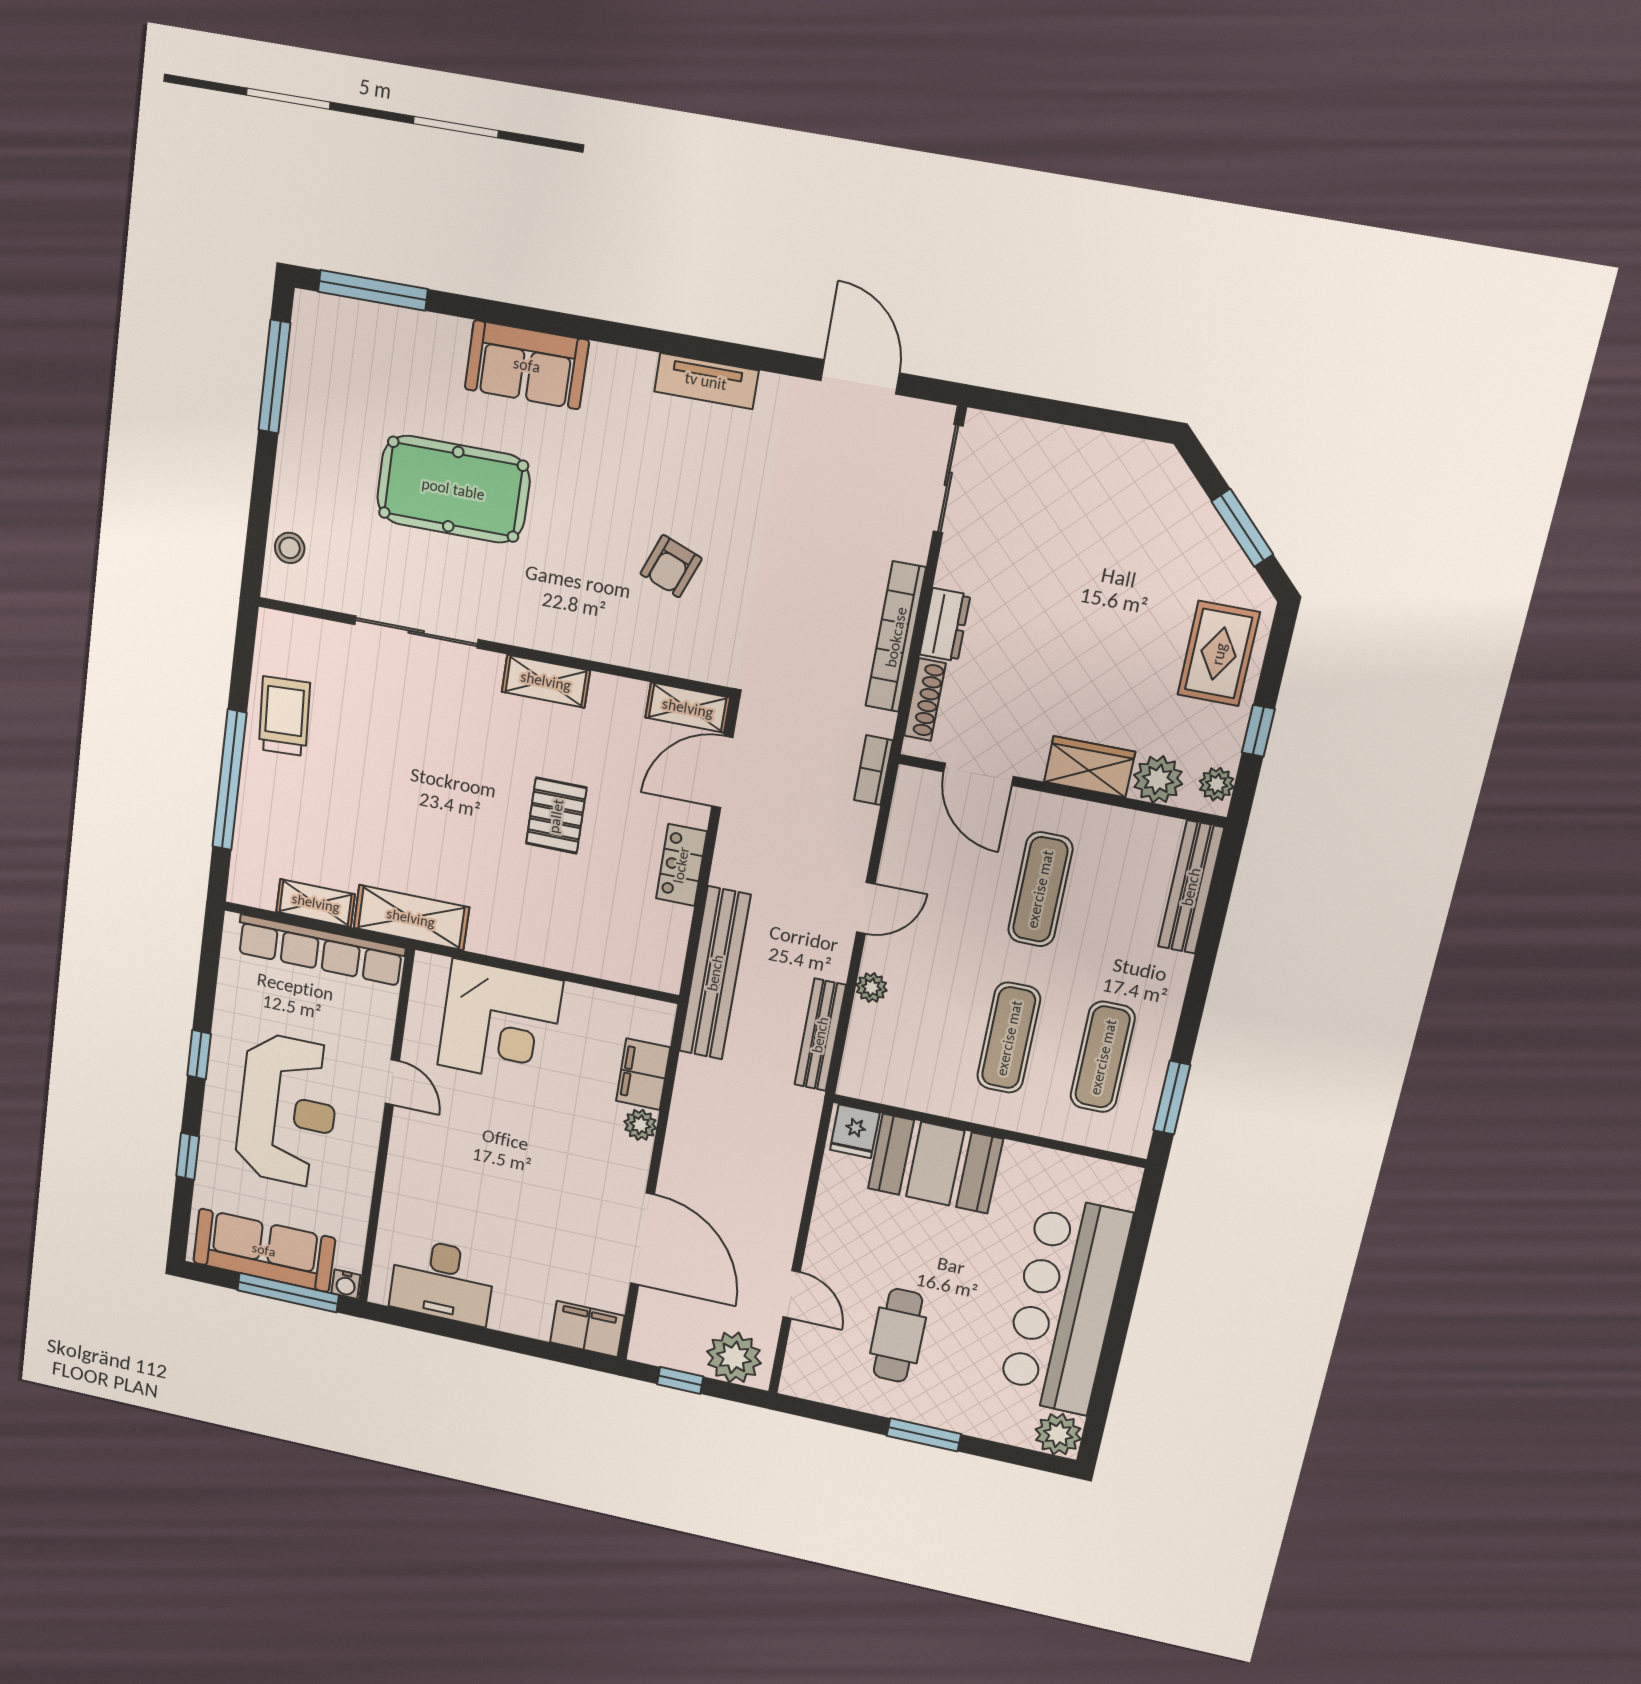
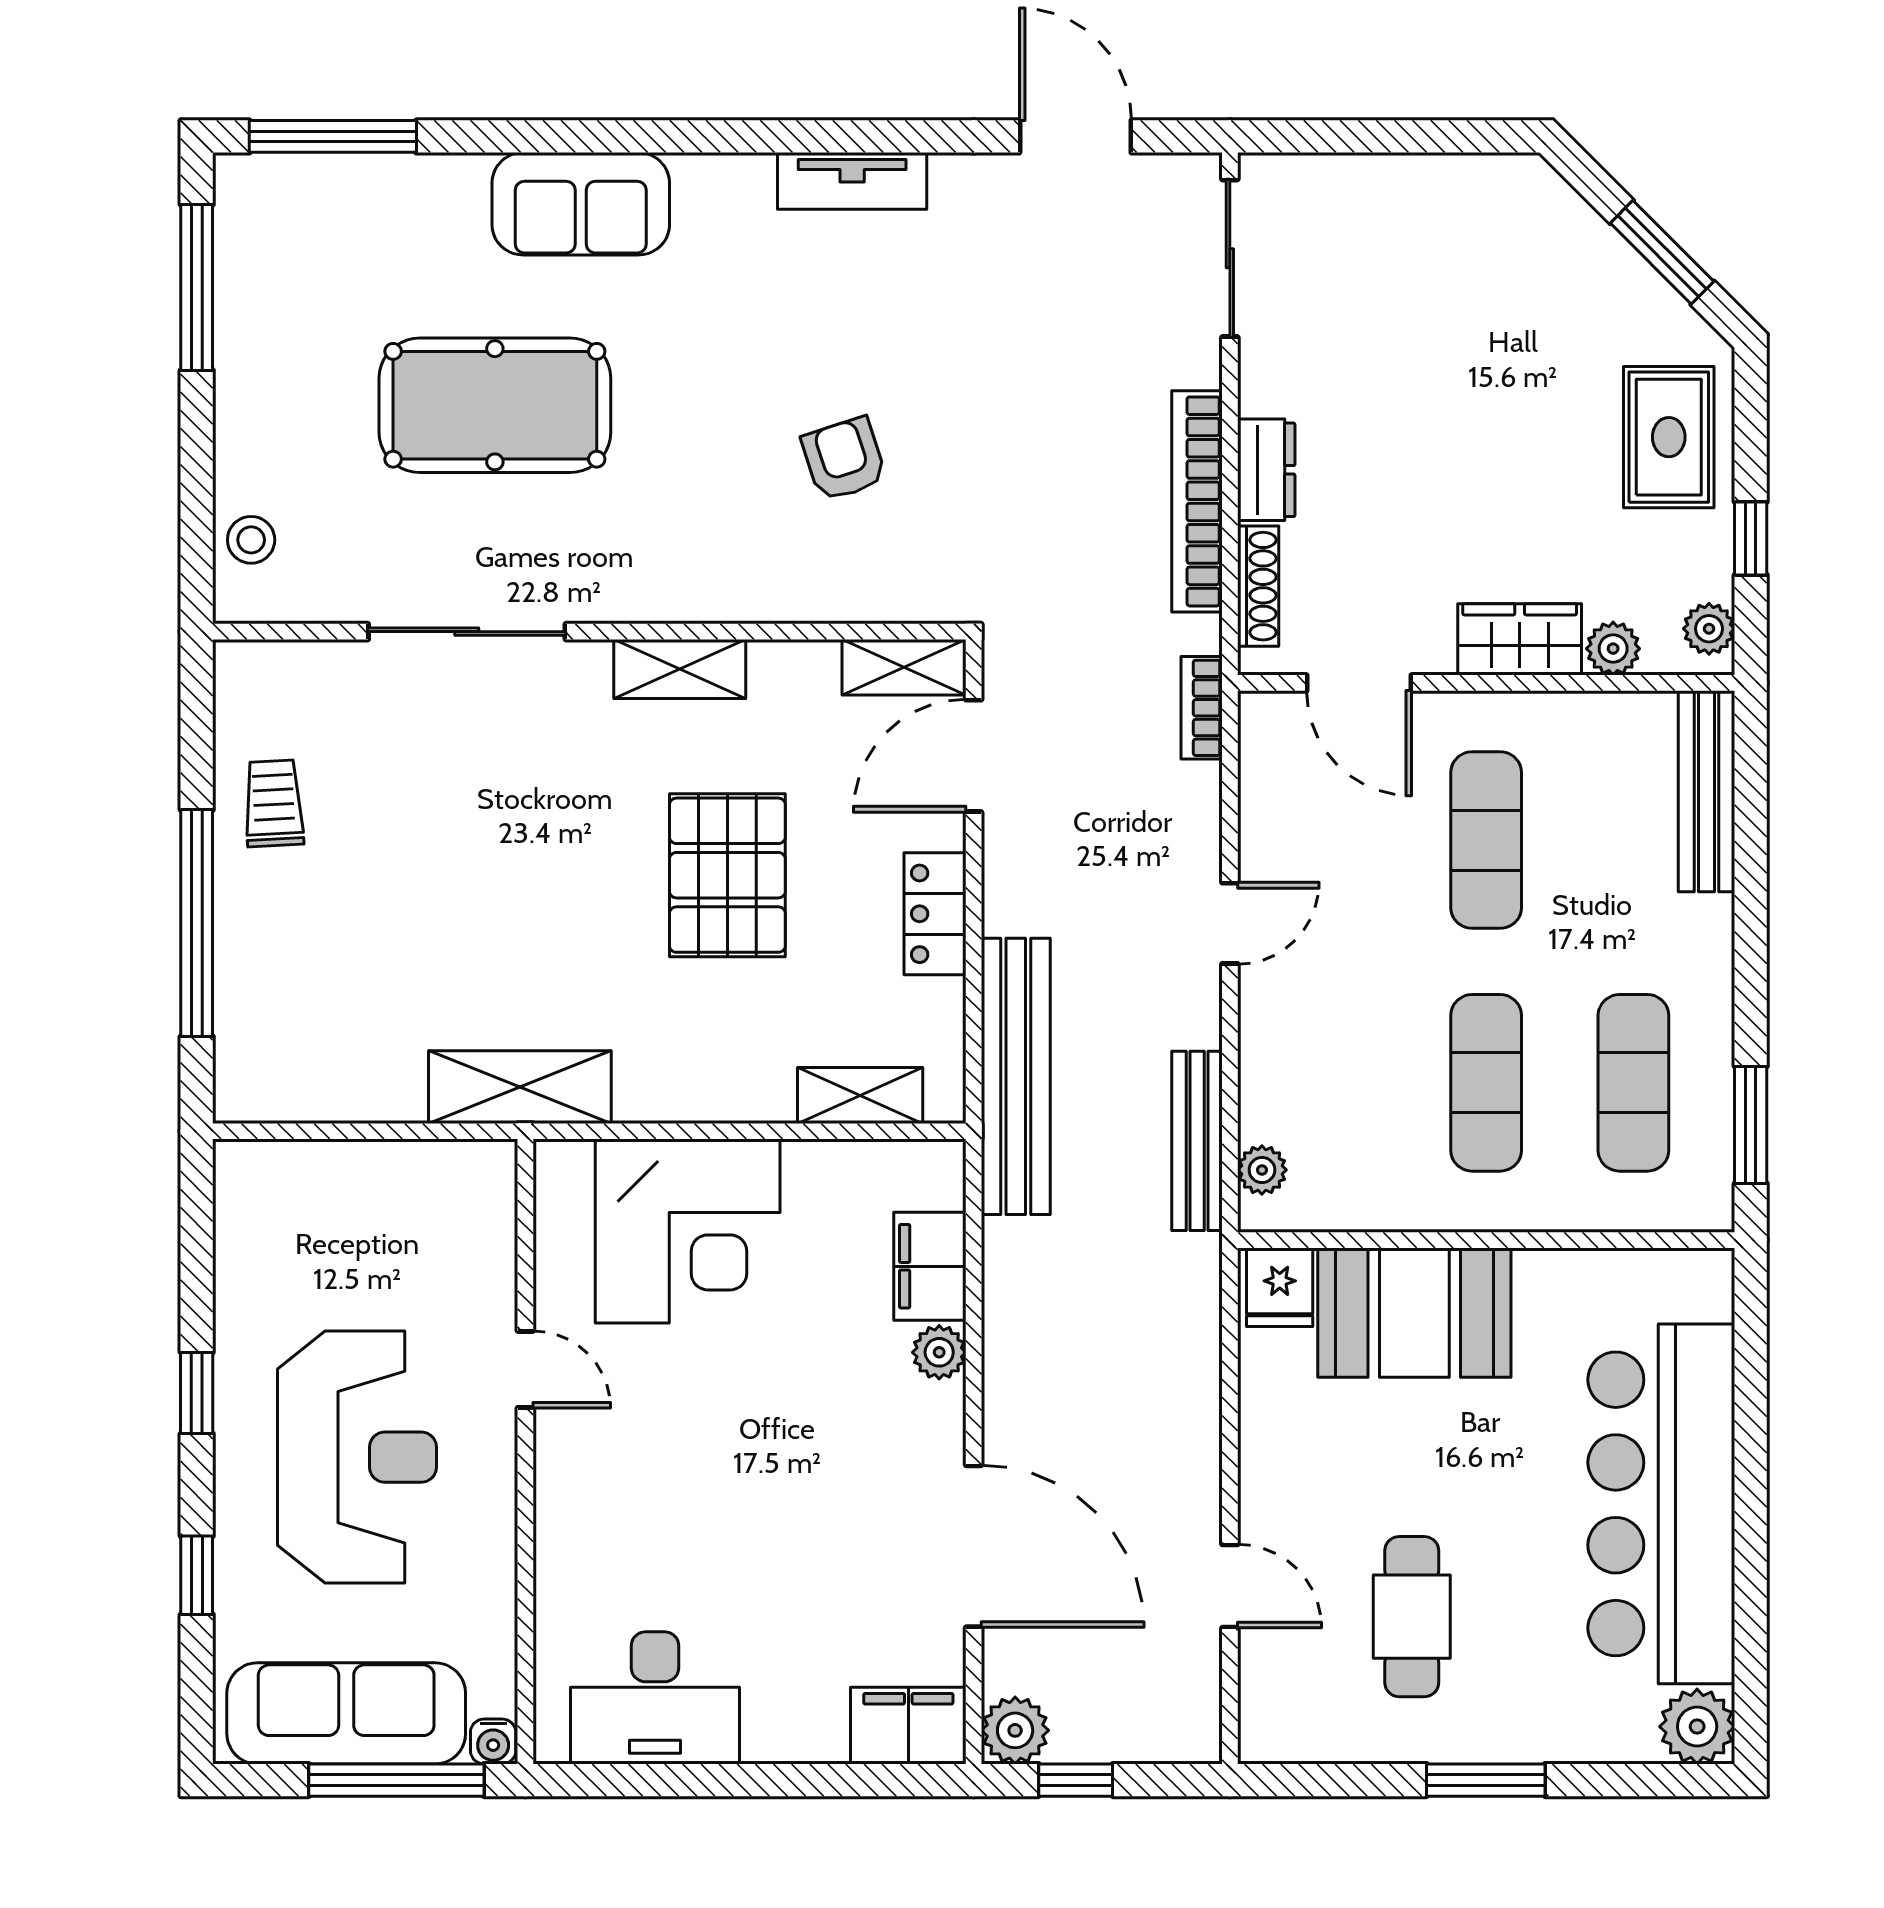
armchair: (671, 566) -> (844, 459), turned 141
trolley: (284, 716) -> (274, 803), width x0.73, depth x0.72
plant: (1158, 779) -> (1613, 649), width x0.73, depth x0.73
pallet: (556, 816) -> (727, 875), width x1.50, depth x1.42
shelving: (316, 903) -> (860, 1095), moved
row of seats: (321, 950) -> (379, 1172), removed
plant: (871, 988) -> (1262, 1170), moved
plant: (734, 1357) -> (1015, 1730), moved, width x0.73, depth x0.73

